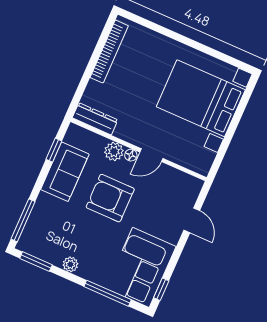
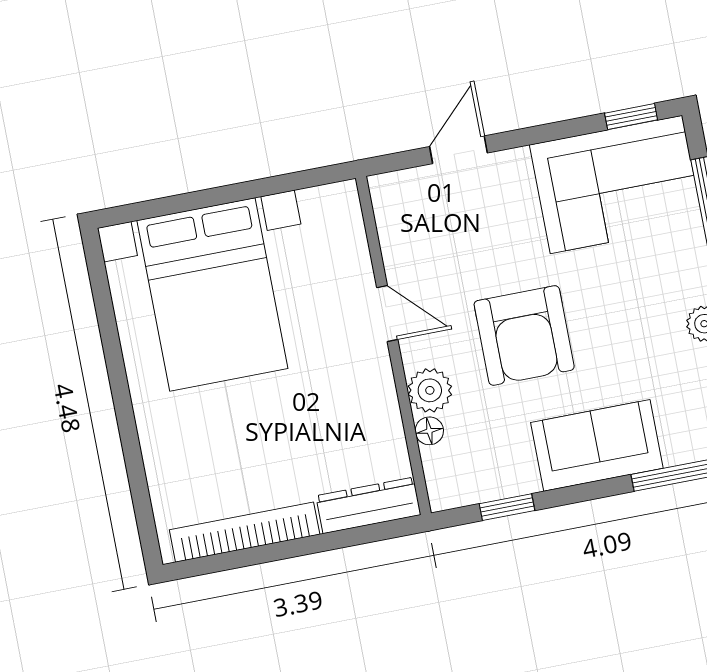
dresser: (95, 119) -> (368, 505), moved, turned 90
floor lamp: (131, 155) -> (429, 431), moved
sofa: (65, 172) -> (597, 445), moved

